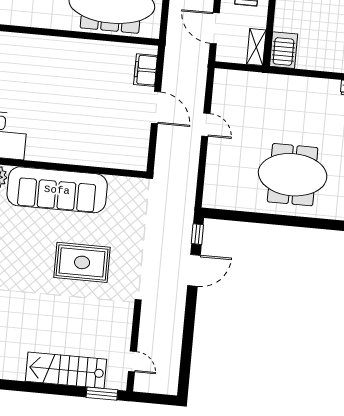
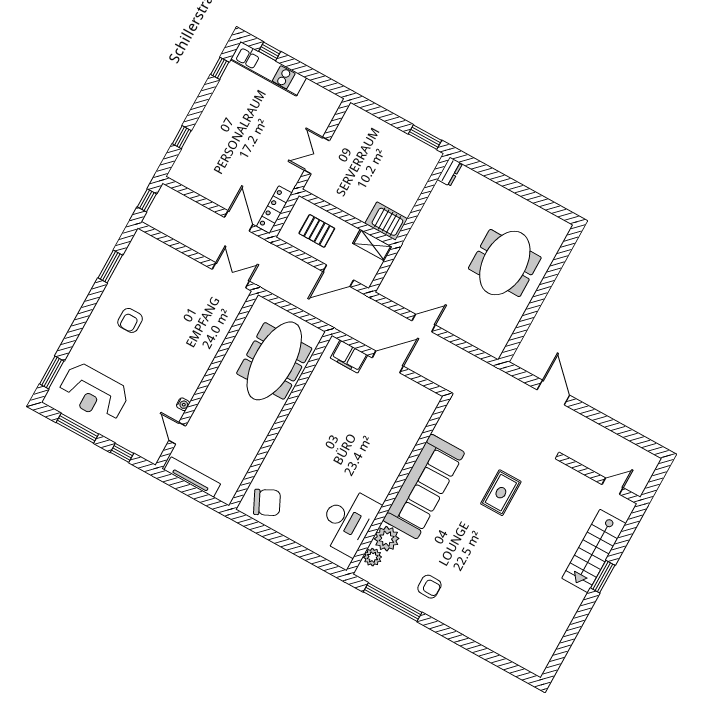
window: (197, 234) -> (521, 375), removed
rug: (82, 262) -> (501, 493), width x0.73, depth x0.70
window: (102, 394) -> (603, 577), moved

